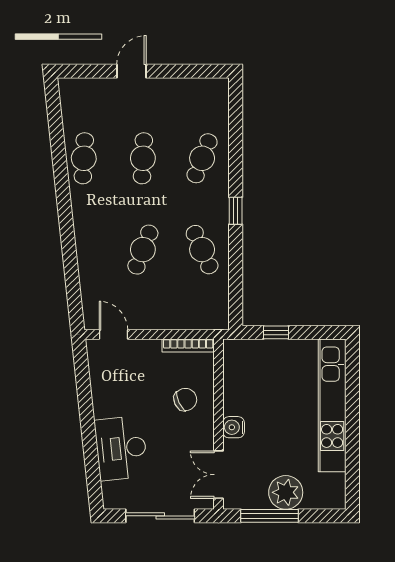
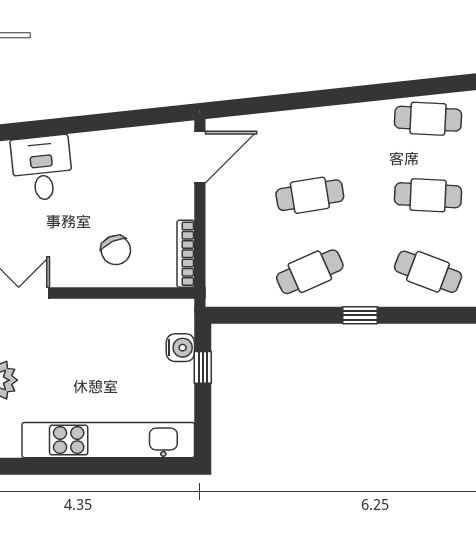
cafe table: (143, 250) -> (310, 195), turned -30
door: (113, 335) -> (200, 157), width x1.38
water cooler: (234, 427) -> (180, 348), moved, turned 90
desk: (121, 448) -> (42, 168), width x0.73

